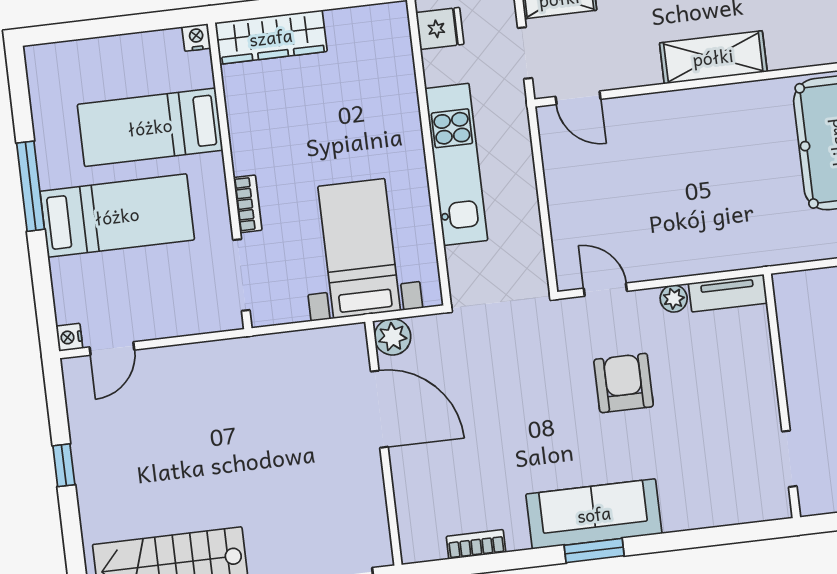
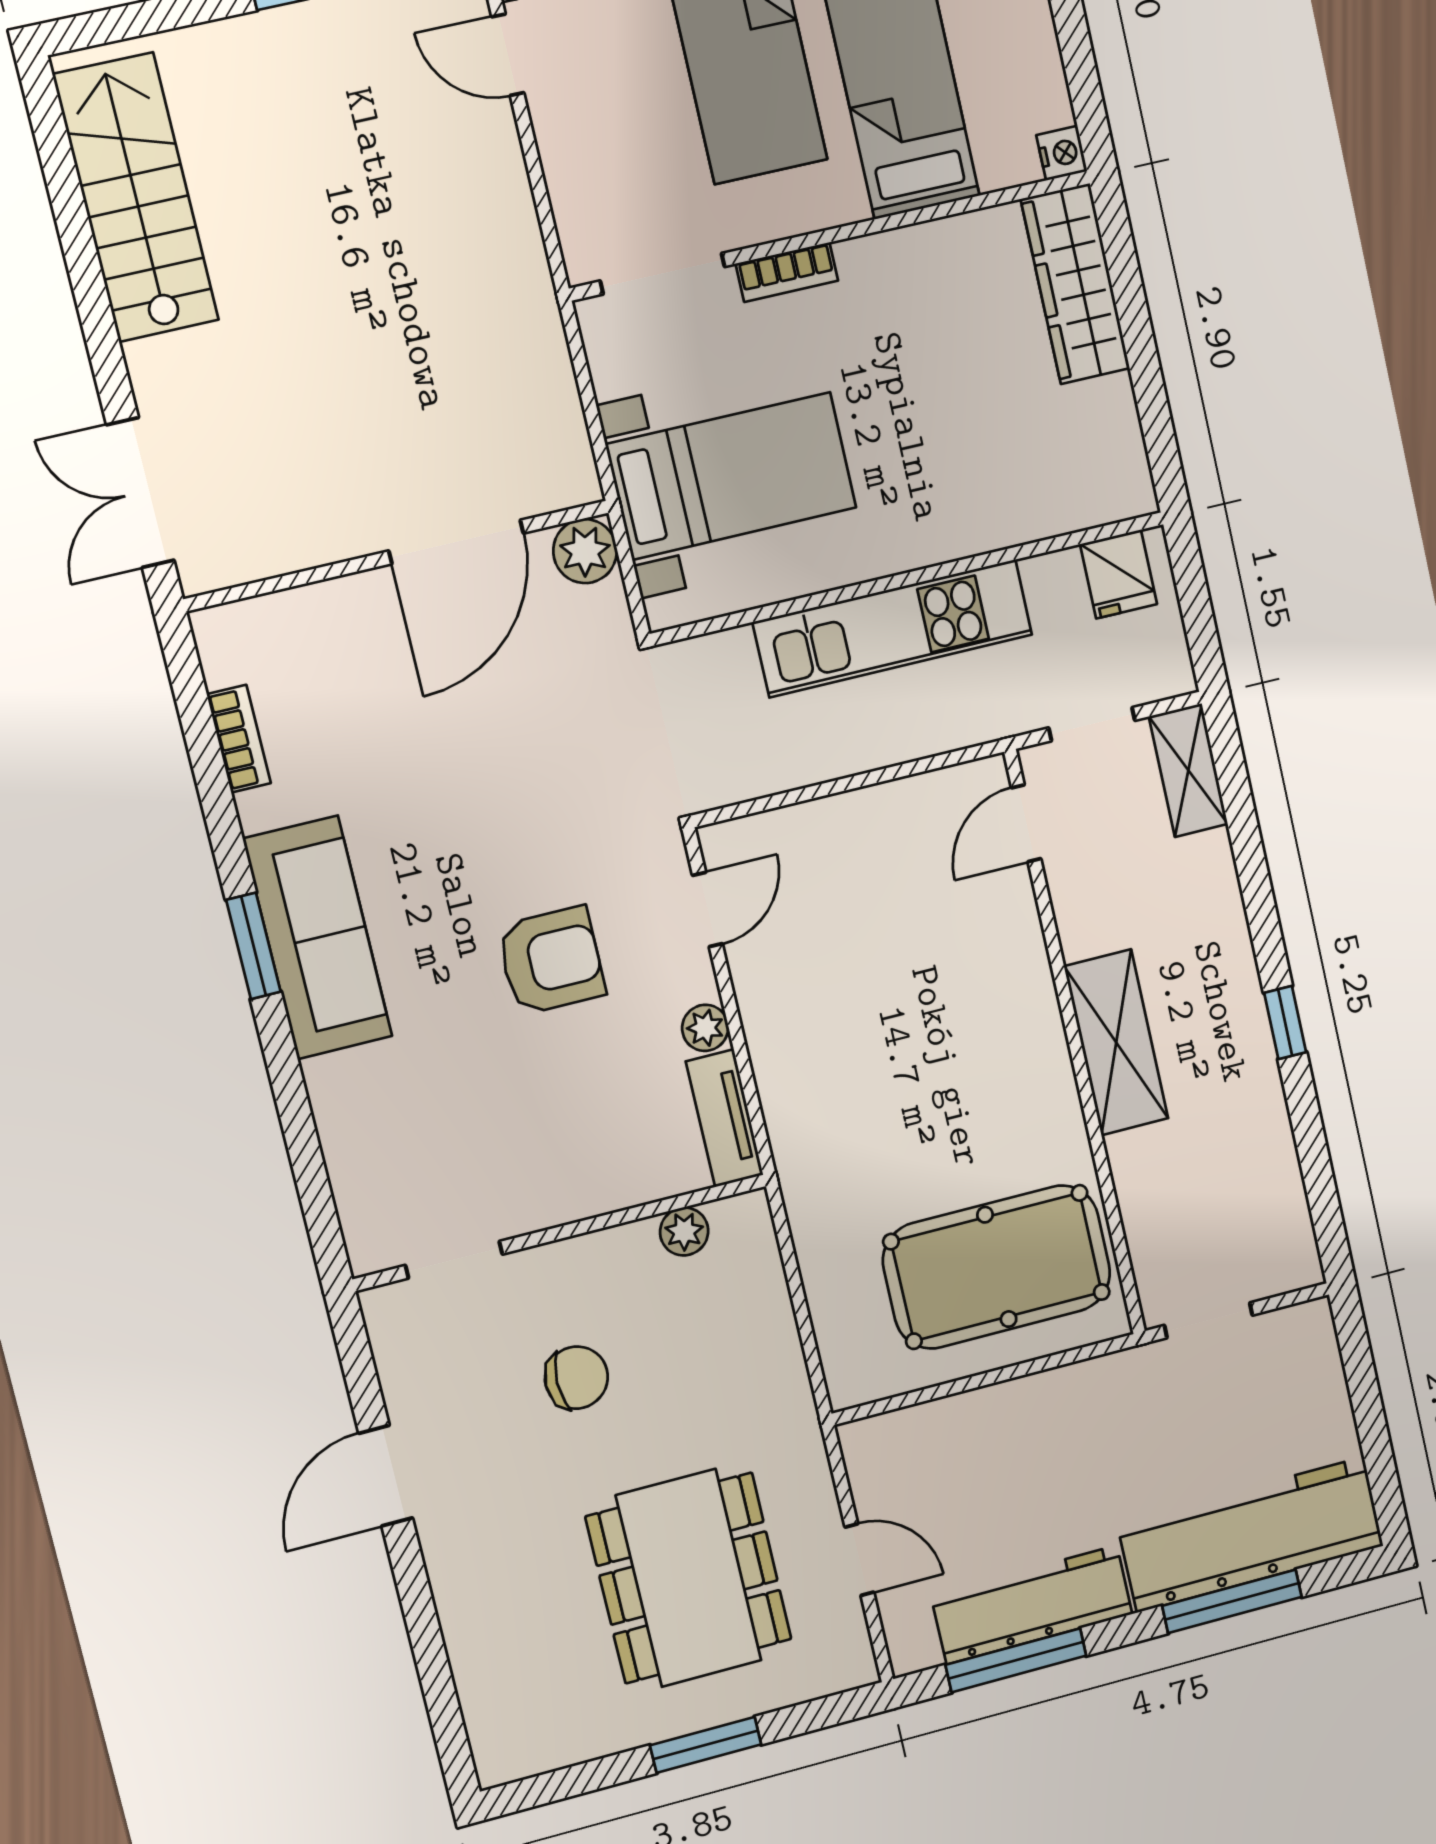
plant: (791, 324) -> (684, 1232), added

